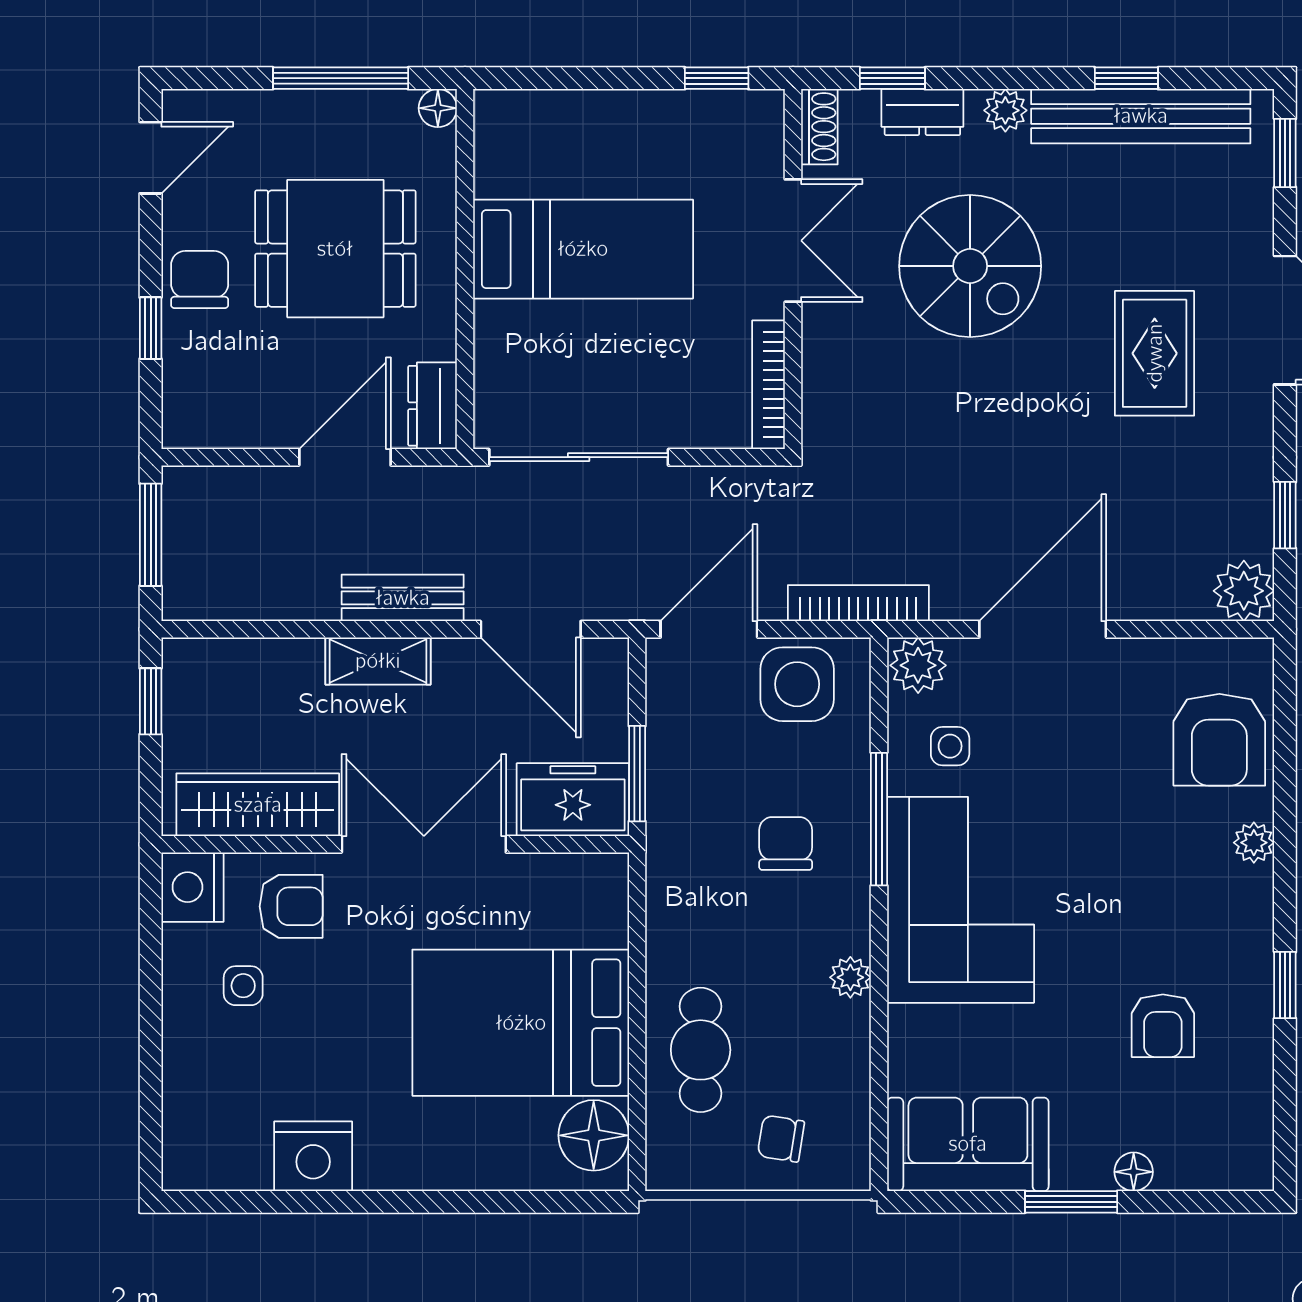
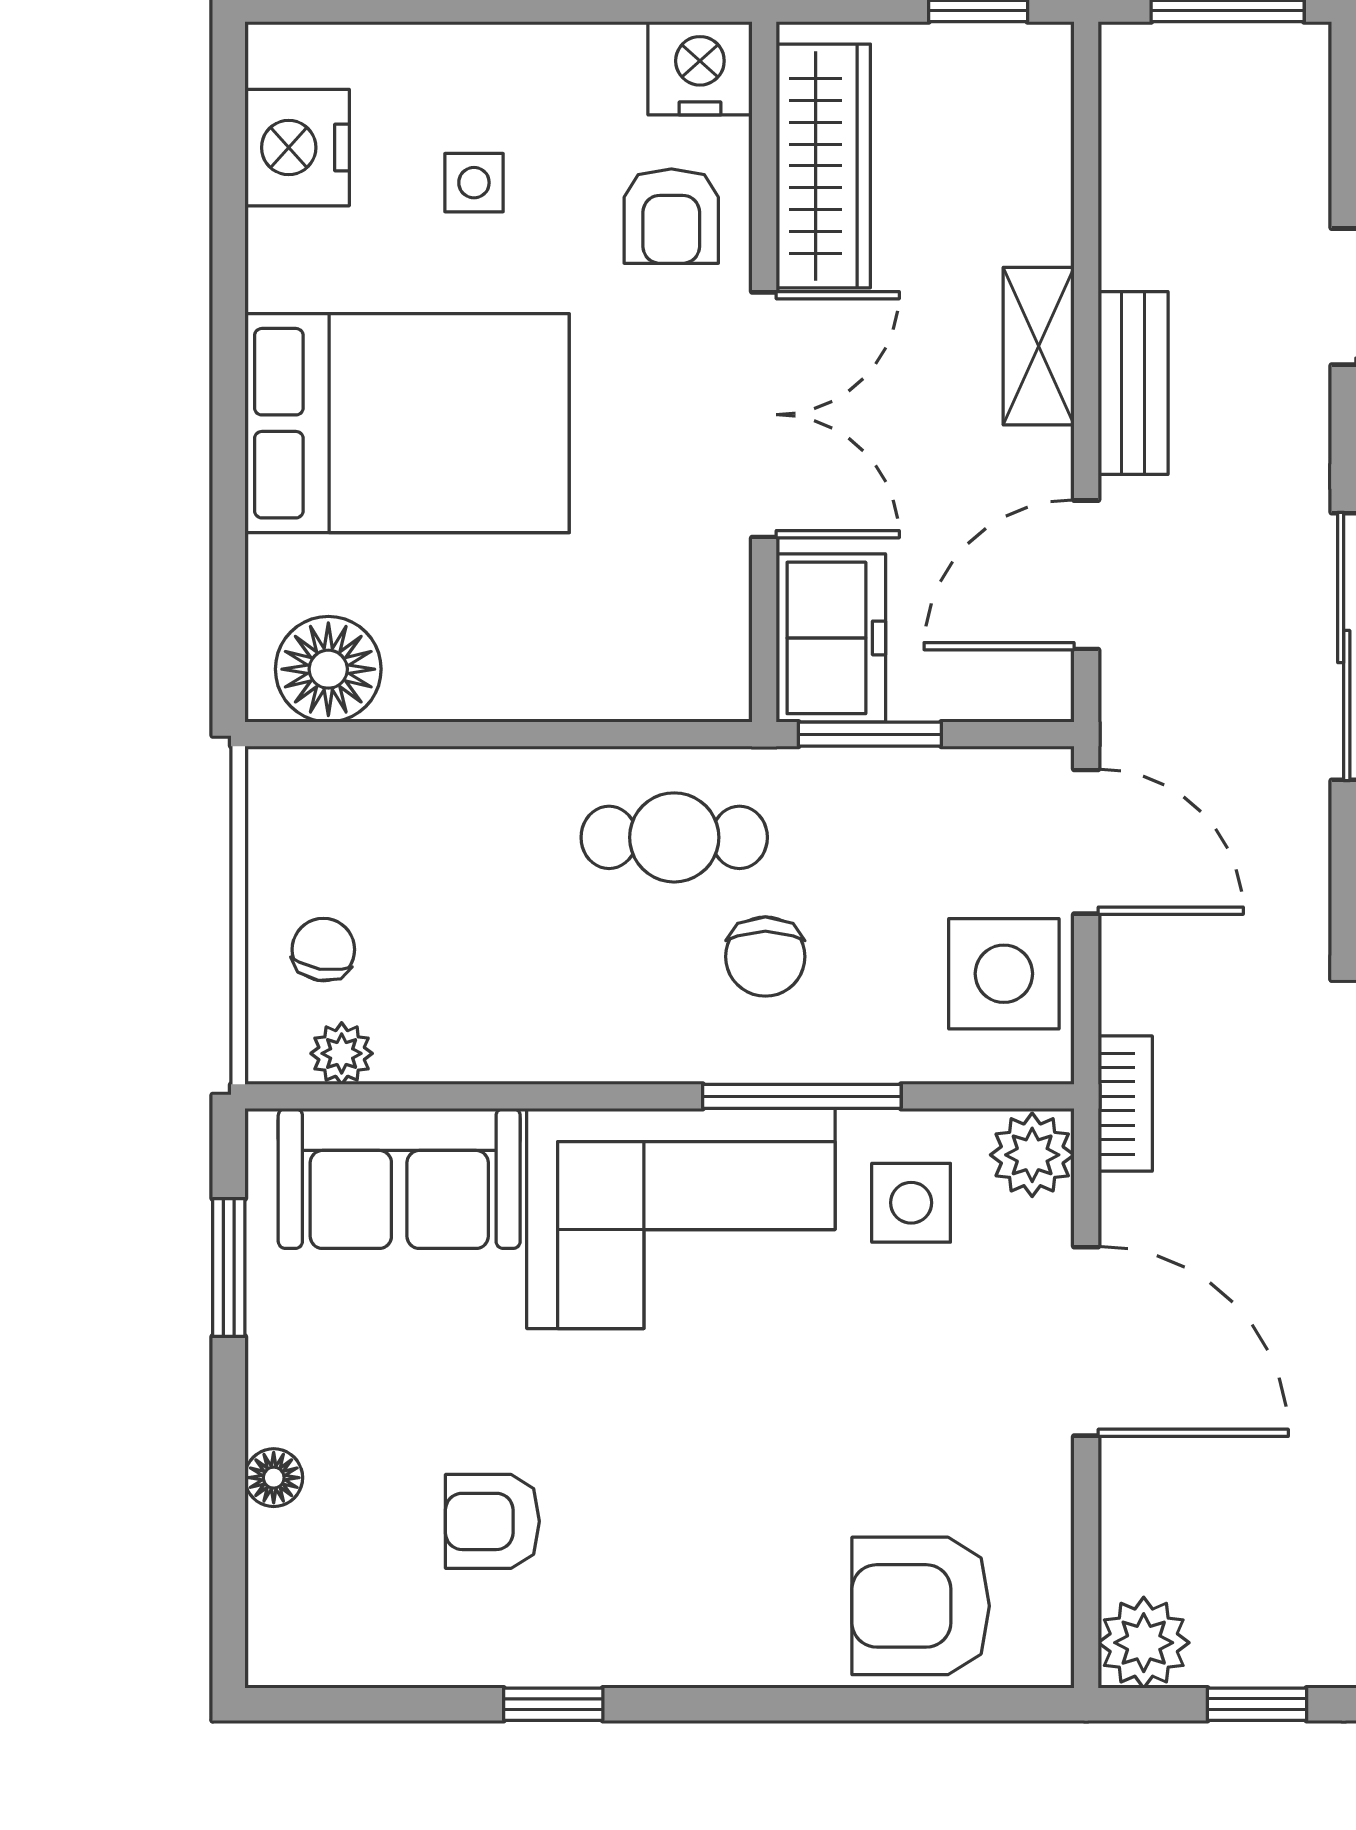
bookcase: (858, 603) -> (1125, 1104), width x0.64
side table: (950, 746) -> (911, 1203), width x1.37, depth x1.37
chair: (786, 843) -> (765, 957), turned 90
plant: (1254, 843) -> (767, 1658), removed
plant: (850, 977) -> (342, 1053), moved
side table: (243, 986) -> (474, 183), moved
bed: (521, 1023) -> (407, 423), moved, turned 90
cafe table: (701, 1050) -> (674, 837), moved
sofa: (968, 1144) -> (399, 1178), moved, turned 90
nightstand: (313, 1156) -> (297, 148), moved
window: (1071, 1202) -> (229, 1268), moved

